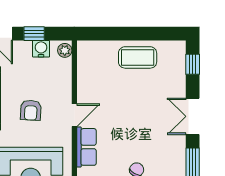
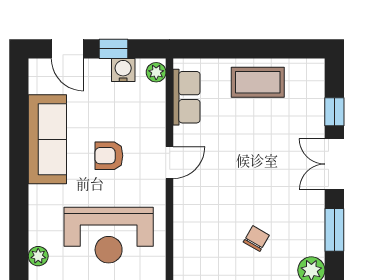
window: (193, 64) -> (334, 112), moved
armchair: (31, 110) -> (109, 156), turned 87
row of seats: (86, 147) -> (186, 97), moved

